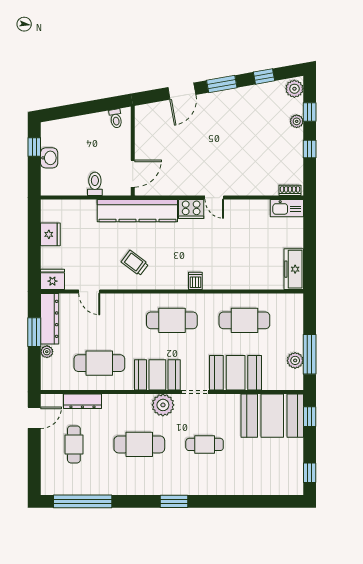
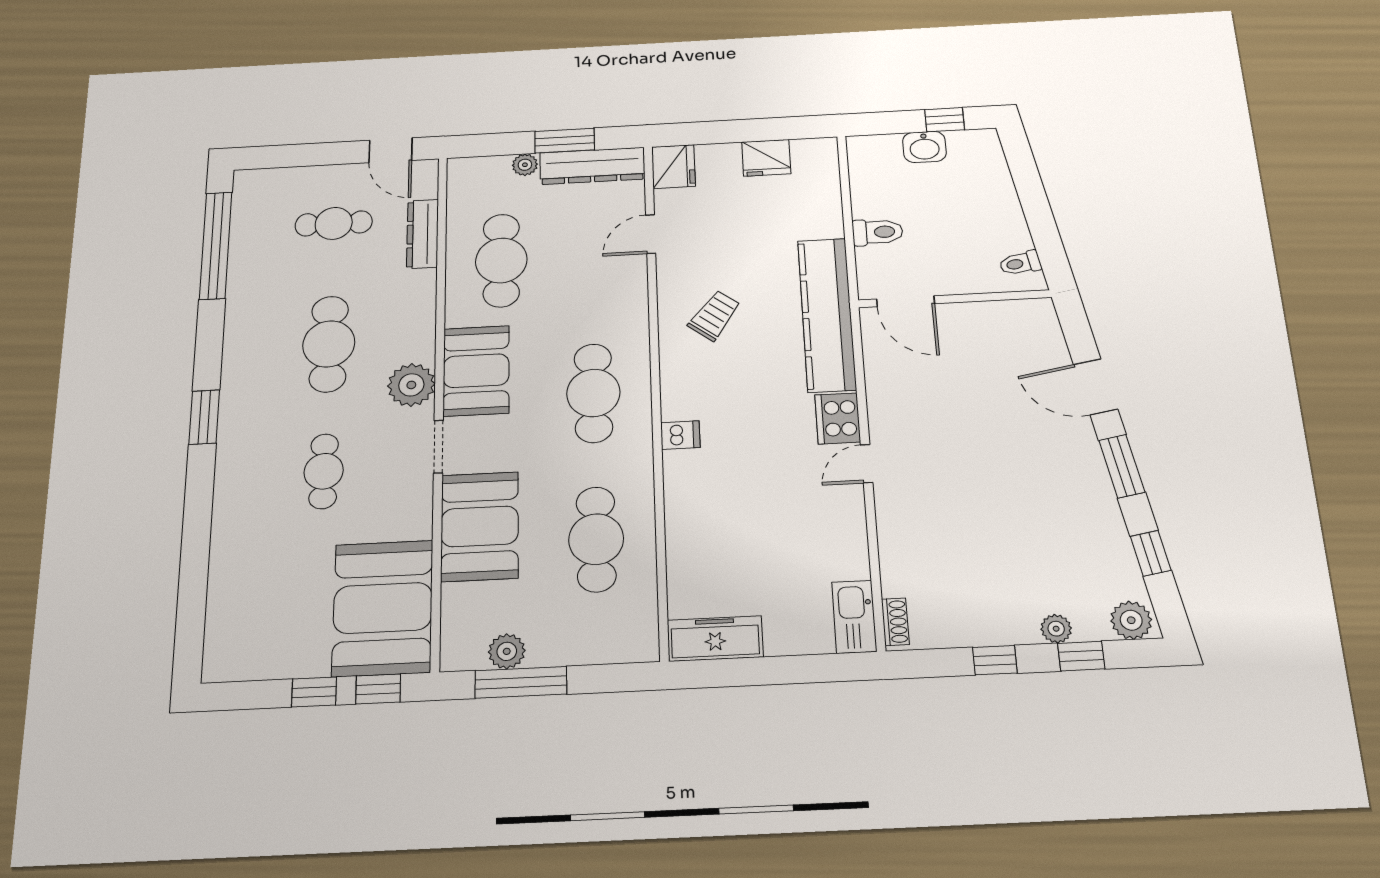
window: (310, 473) -> (314, 692), moved

